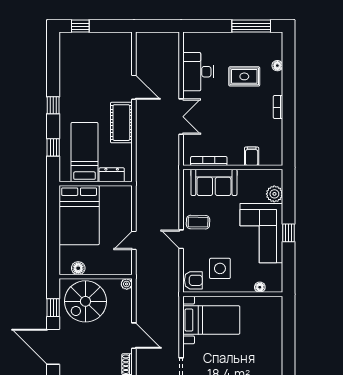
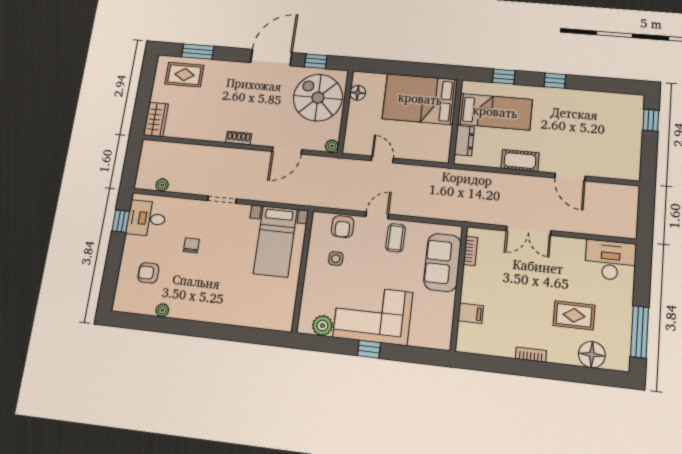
floor lamp: (277, 66) -> (592, 355), width x1.89, depth x1.89
desk: (198, 72) -> (610, 260), moved
rug: (244, 76) -> (574, 315), turned 90
door: (134, 87) -> (570, 177), hinge flipped
cot: (121, 123) -> (520, 161), width x0.73, depth x0.75
bookcase: (209, 161) -> (471, 251), width x0.64
plant: (274, 194) -> (322, 326), moved
side table: (220, 268) -> (336, 259), width x0.54, depth x0.54
armchair: (193, 280) -> (343, 227), moved
floor lamp: (260, 287) -> (306, 305), removed
door: (134, 336) -> (287, 151), moved

